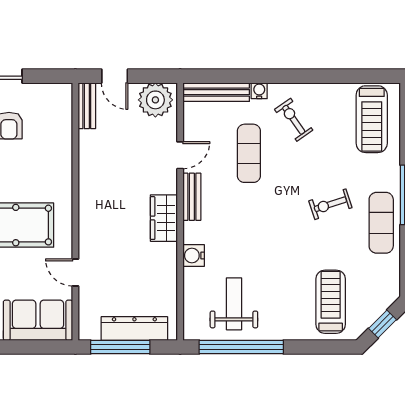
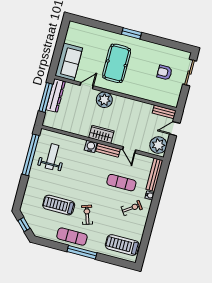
plant: (94, 230) -> (104, 100), added
water cooler: (194, 255) -> (91, 146), moved
treadmill: (331, 302) -> (59, 205), moved, turned 180
weight bench: (234, 304) -> (52, 157), turned -90
dresser: (134, 329) -> (56, 96), moved

